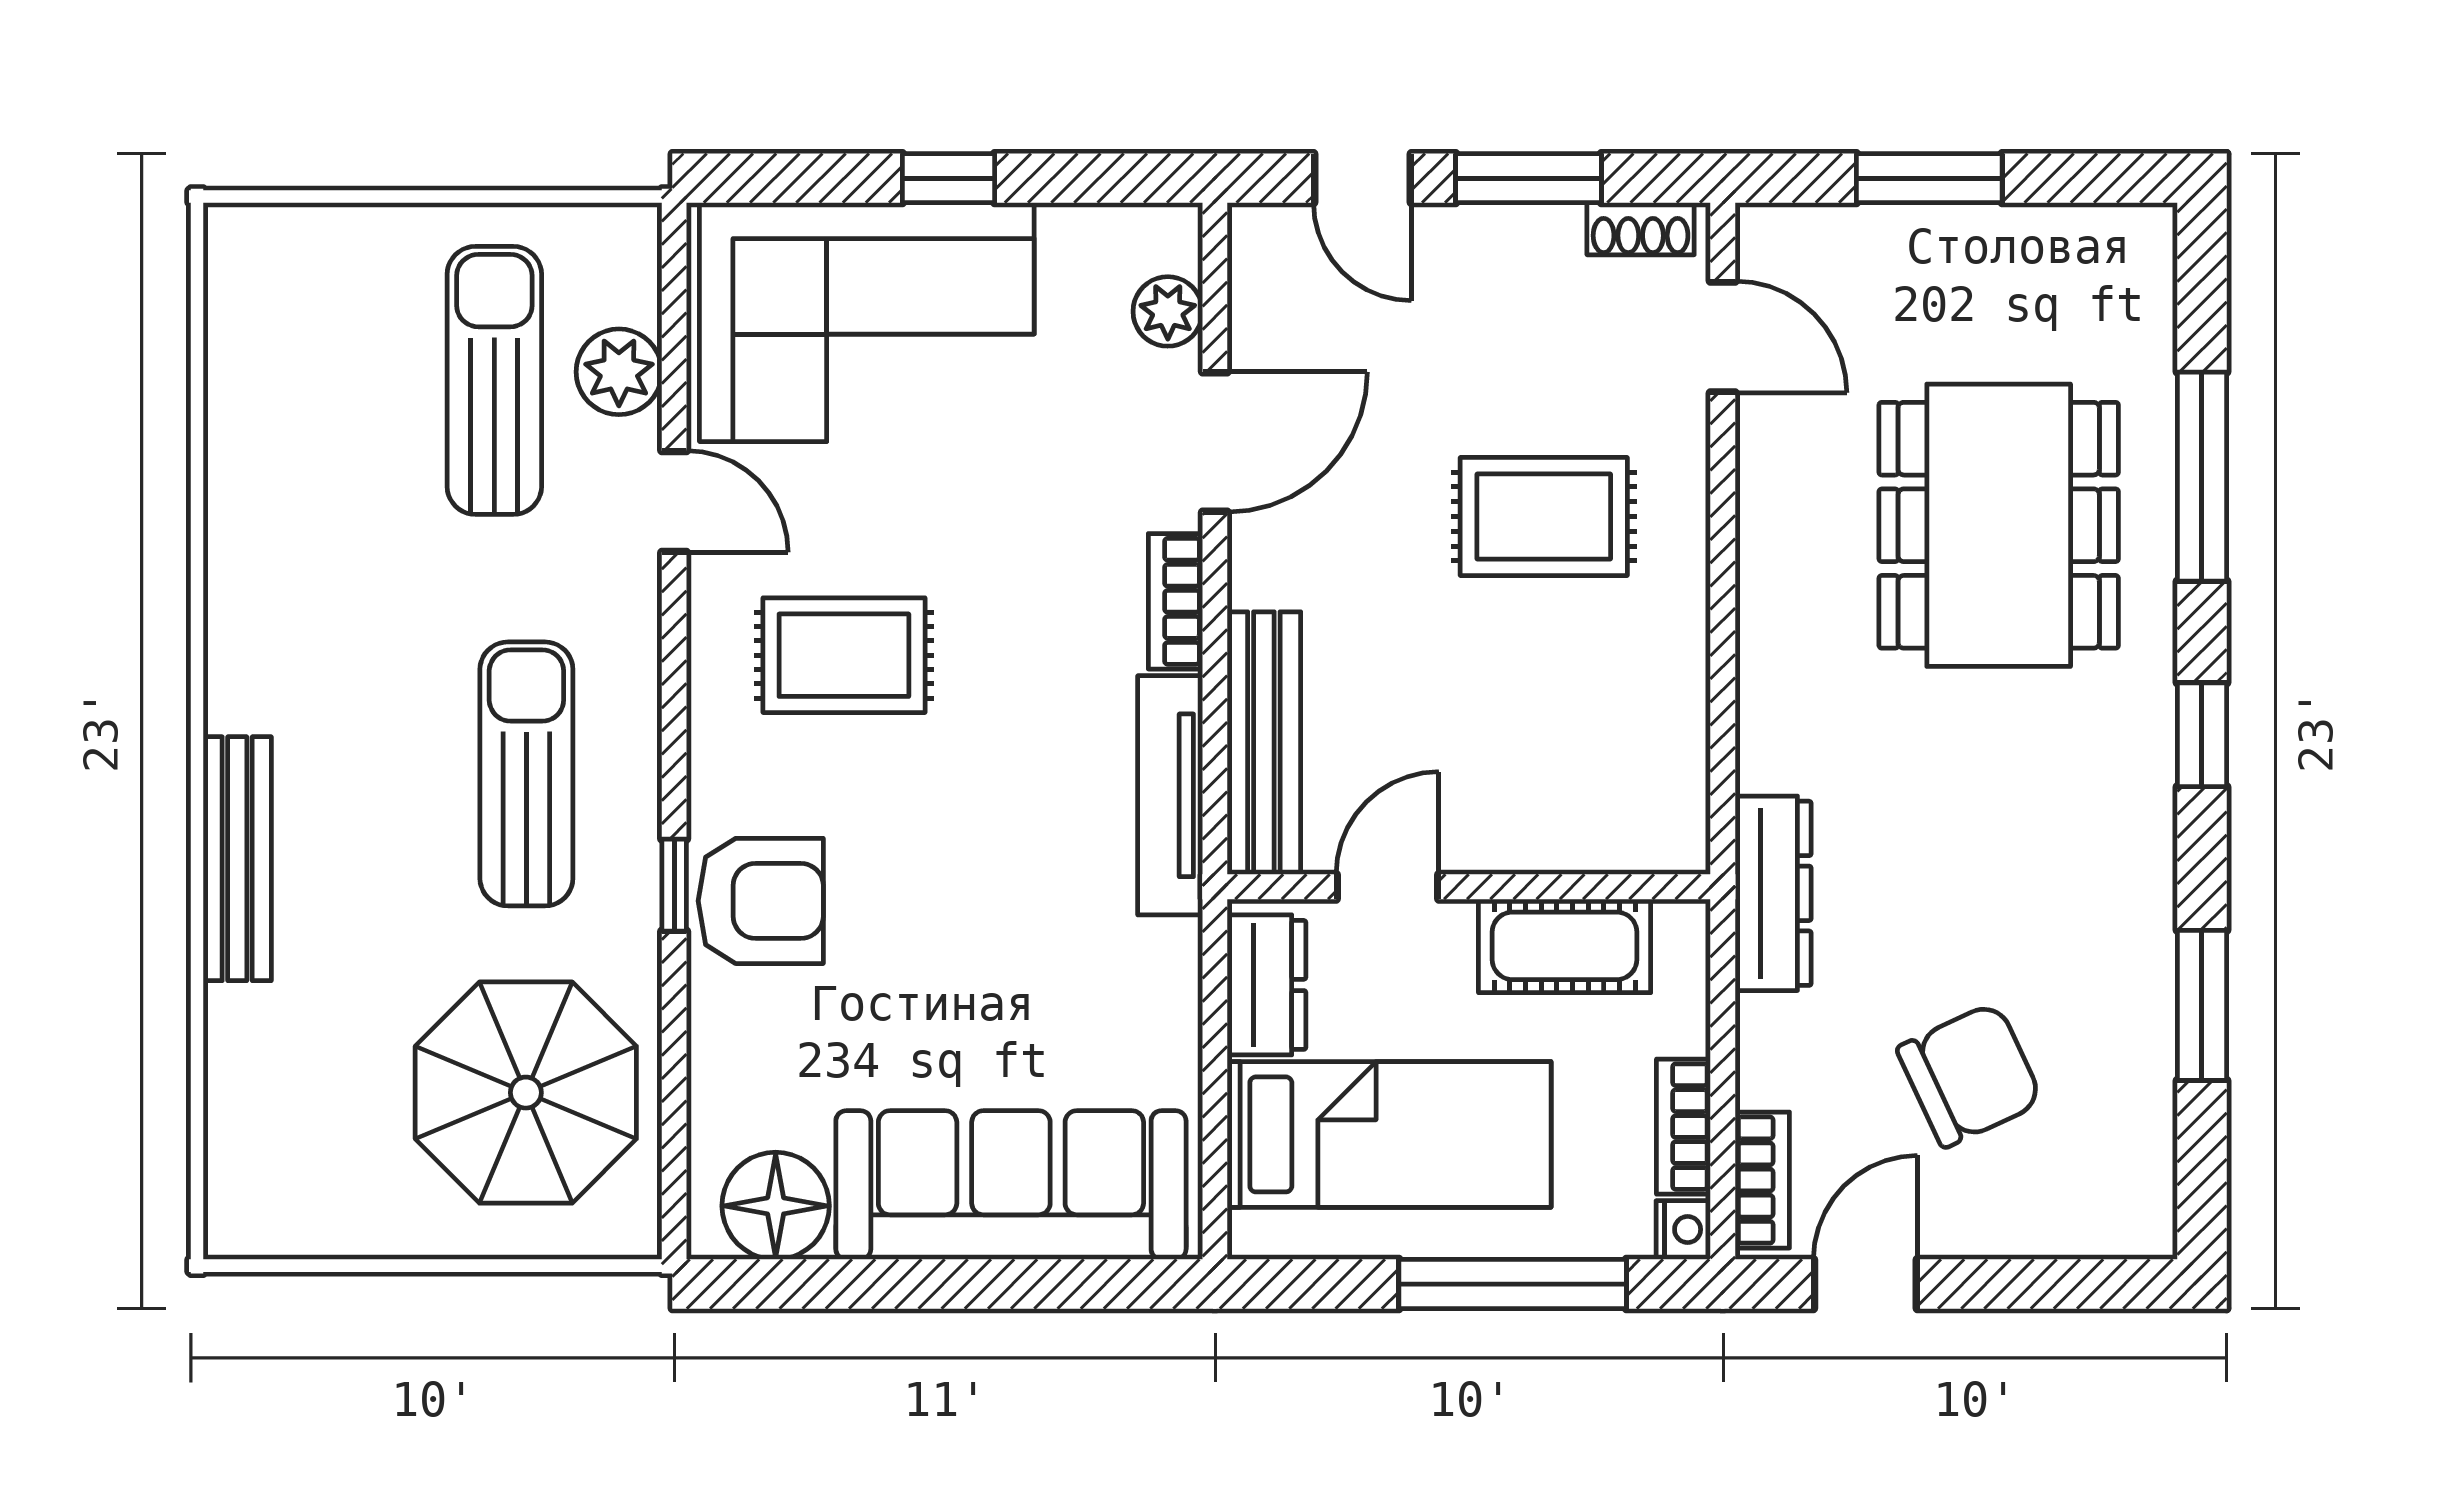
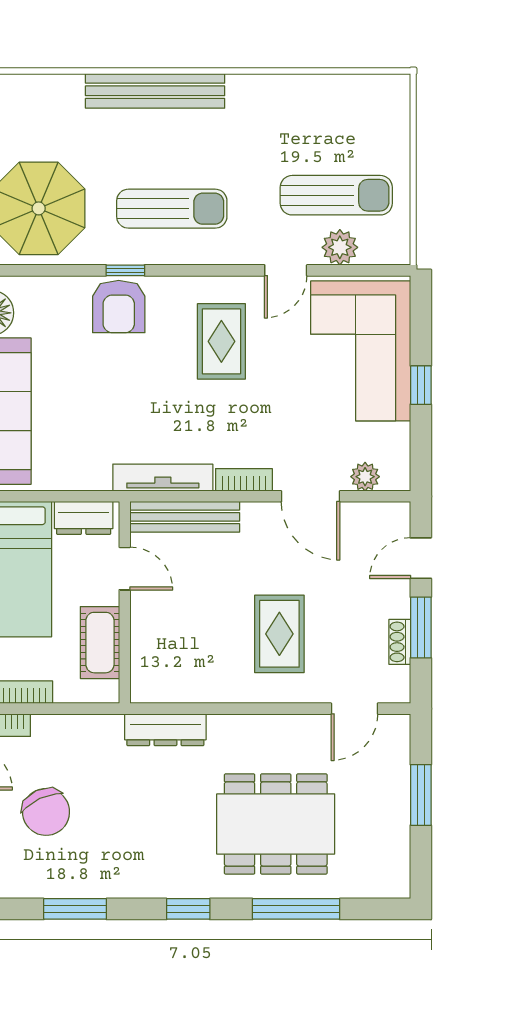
shoe rack: (1641, 229) -> (400, 642), moved
bench: (237, 859) -> (155, 91), width x1.37, depth x1.21
dresser: (1773, 893) -> (165, 730), moved

